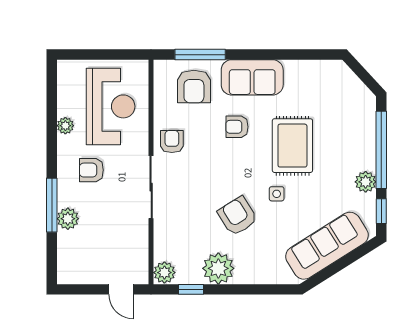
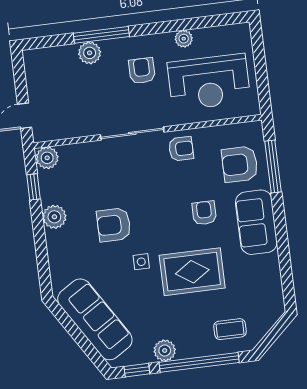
coffee table: (353, 116) -> (230, 329), added
armchair: (237, 216) -> (114, 225), turned -148
plant: (218, 268) -> (54, 217), width x0.73, depth x0.73

